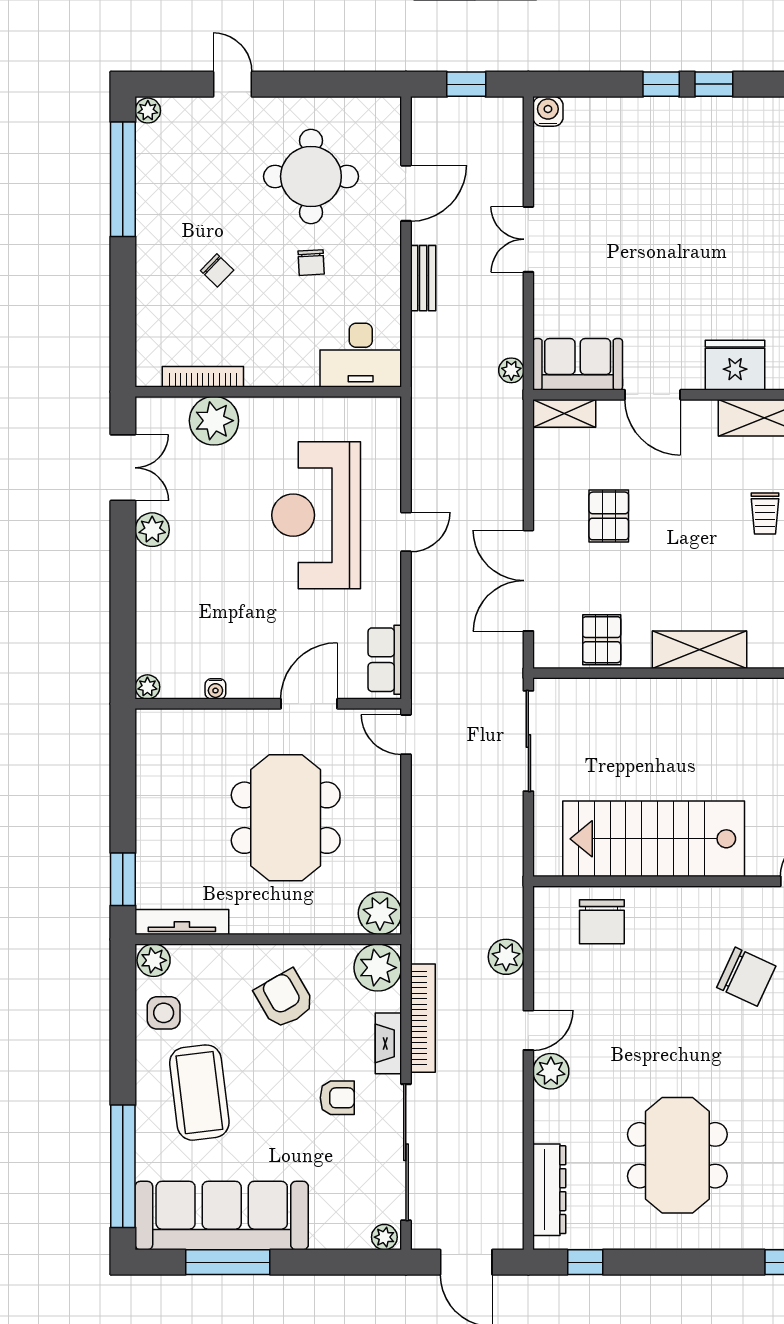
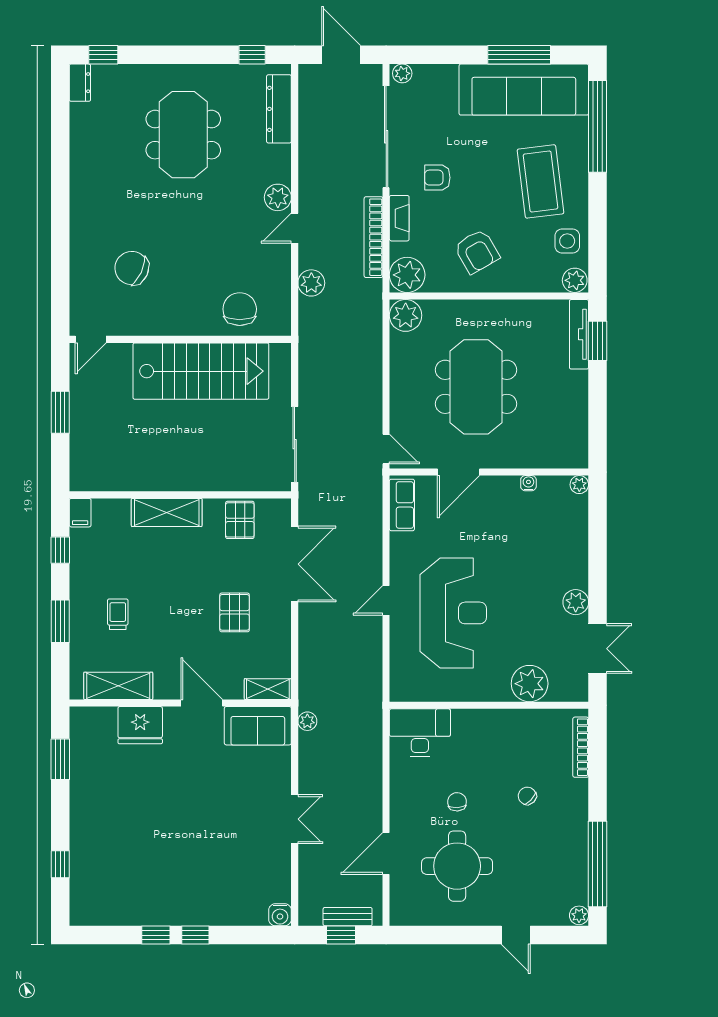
bench: (423, 278) -> (348, 917), moved, turned 90
bookcase: (203, 377) -> (581, 747), moved, turned 90
double door: (123, 468) -> (598, 649), swing flipped
tv unit: (182, 922) -> (579, 334), moved, turned 90

